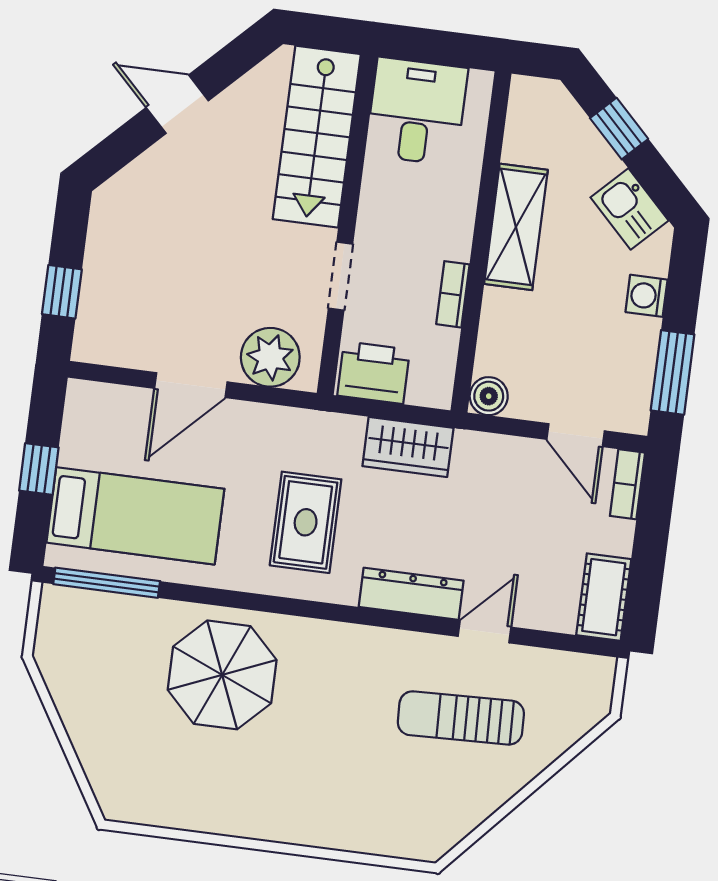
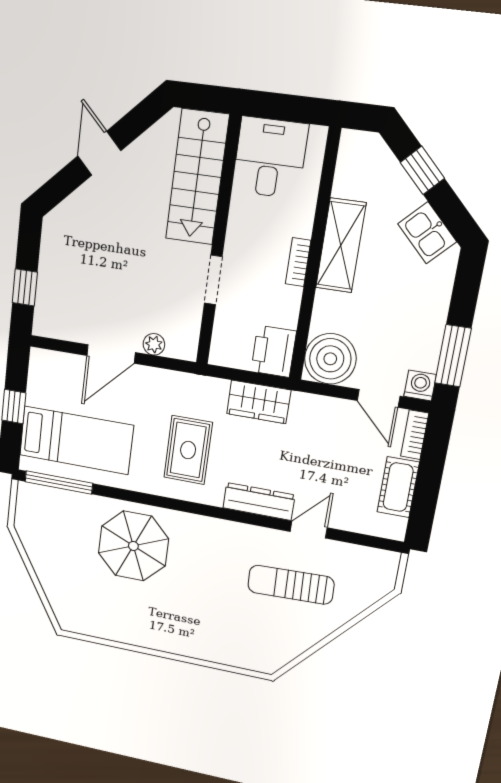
door: (177, 104) -> (99, 153), hinge flipped
bookcase: (453, 294) -> (298, 262), moved
washing machine: (646, 296) -> (420, 385), moved, turned 90
plant: (270, 357) -> (154, 344), width x0.53, depth x0.53
printer: (374, 373) -> (274, 351), moved, turned -90
boiler: (489, 396) -> (330, 359), width x1.86, depth x1.86
cot: (604, 597) -> (398, 487), moved

